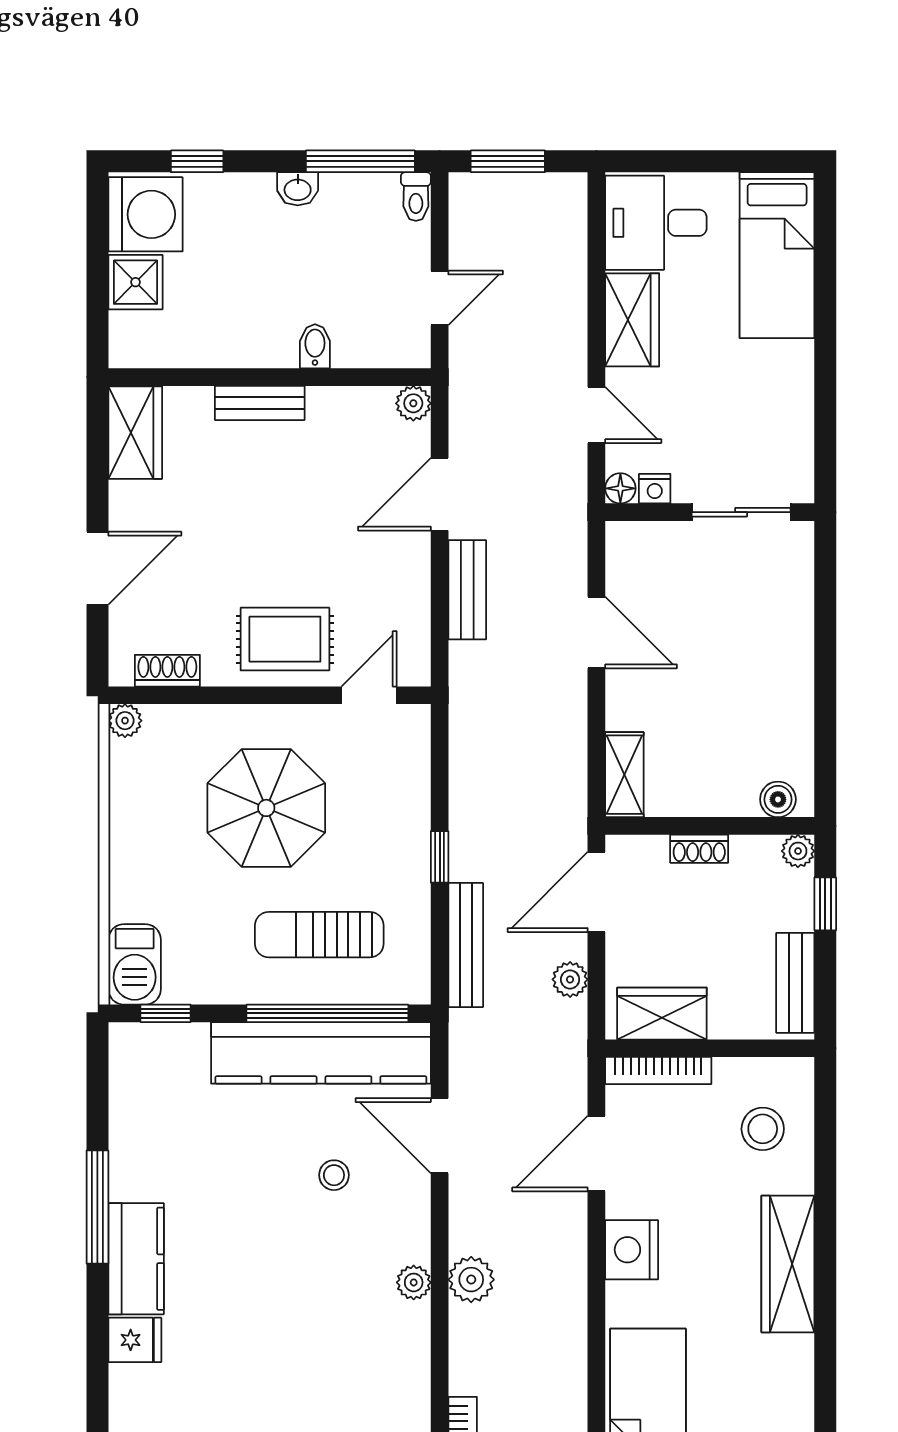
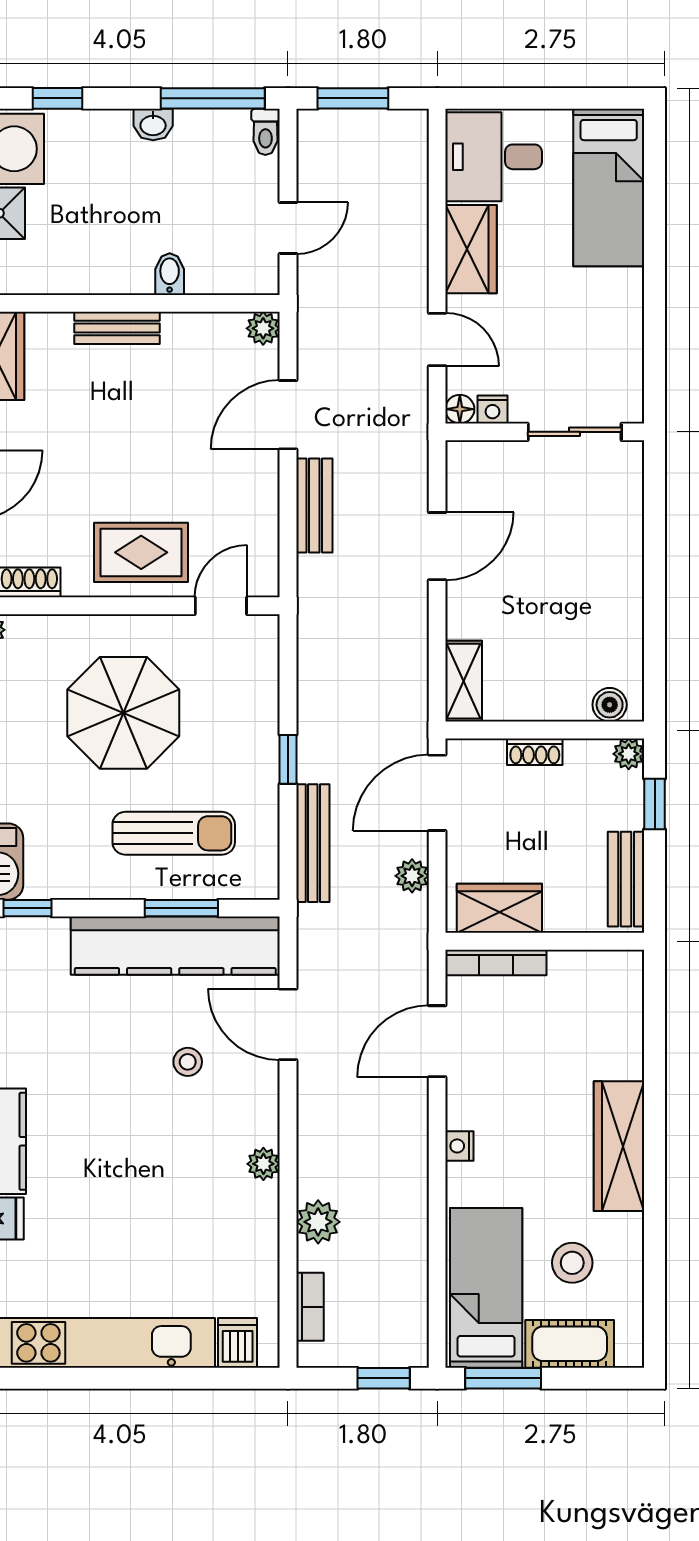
door: (596, 632) -> (437, 546), hinge flipped
sun lounger: (319, 935) -> (174, 833), turned 180
window: (327, 1013) -> (181, 908), width x0.47
stool: (763, 1129) -> (572, 1263), moved
nightstand: (632, 1250) -> (459, 1146), width x0.53, depth x0.56
plant: (471, 1280) -> (318, 1222), moved

